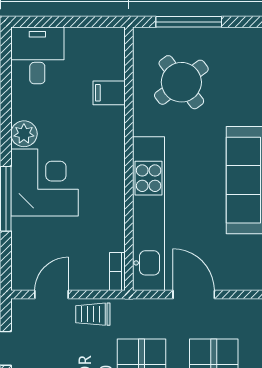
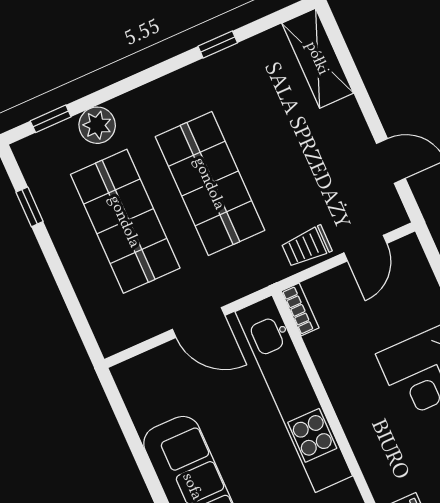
trolley: (93, 314) -> (307, 247), turned 180

